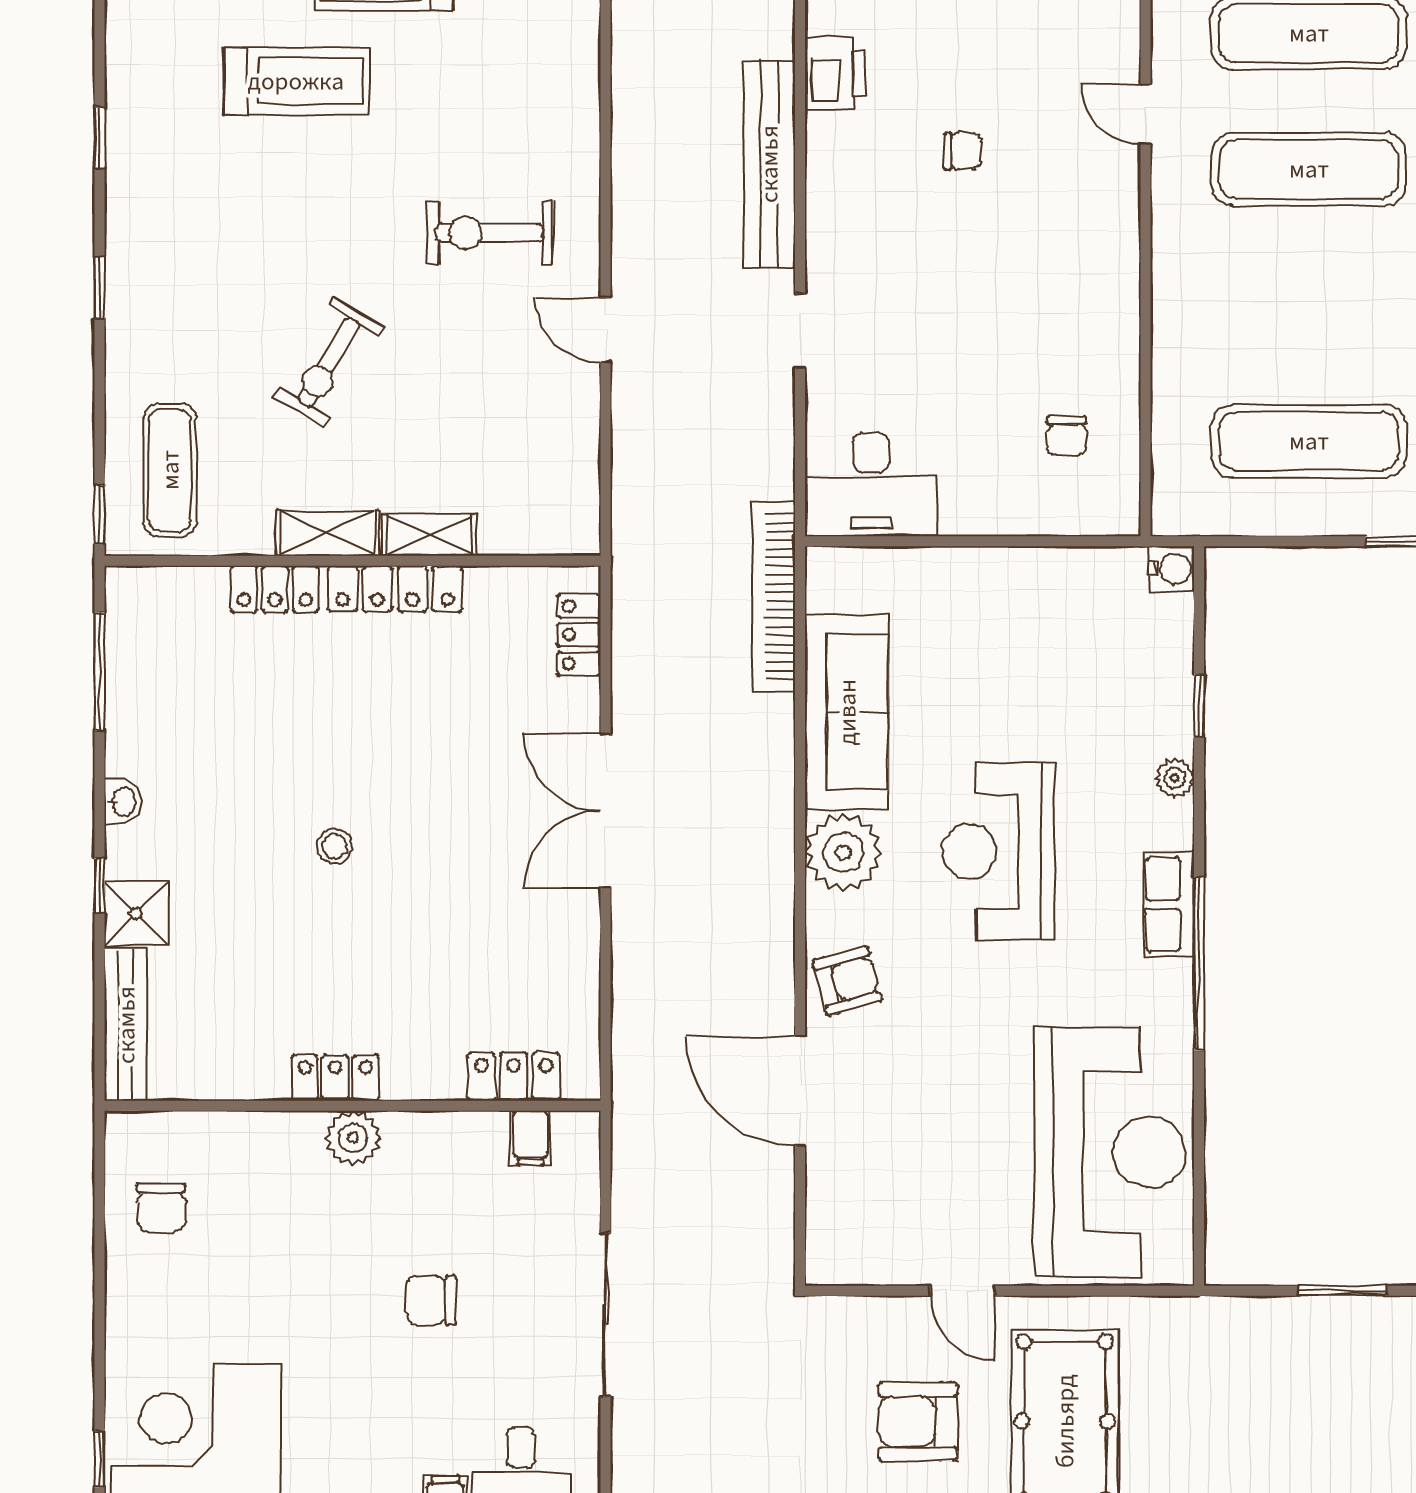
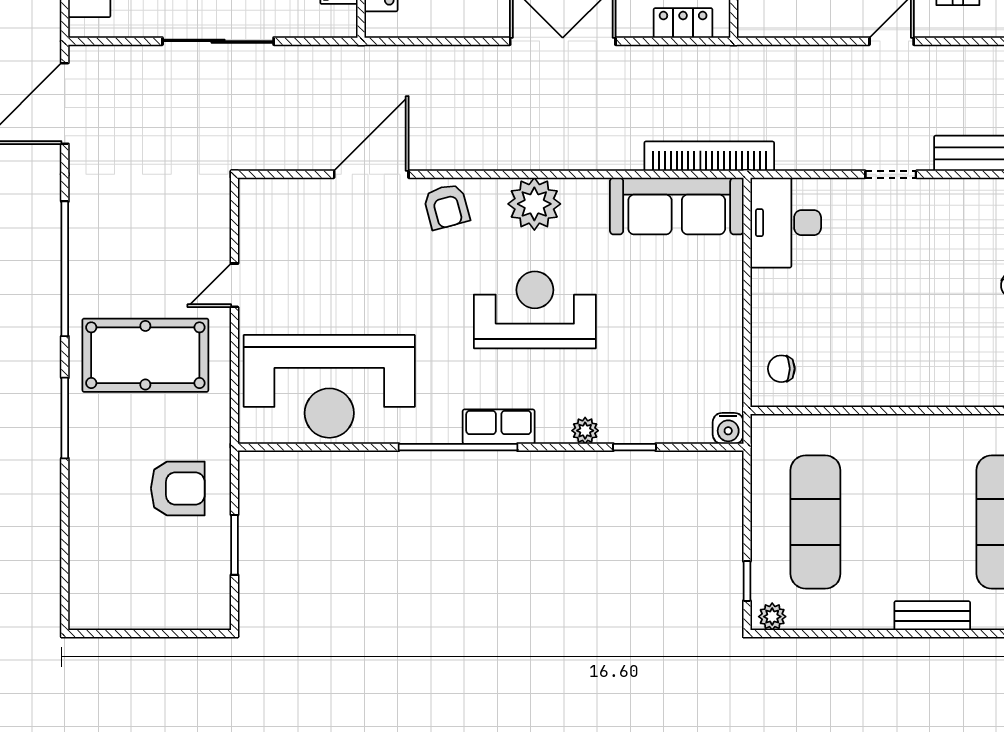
chair: (1066, 436) -> (781, 369), moved
sofa: (847, 712) -> (677, 206), moved
armchair: (918, 1422) -> (178, 488), moved, turned 90

